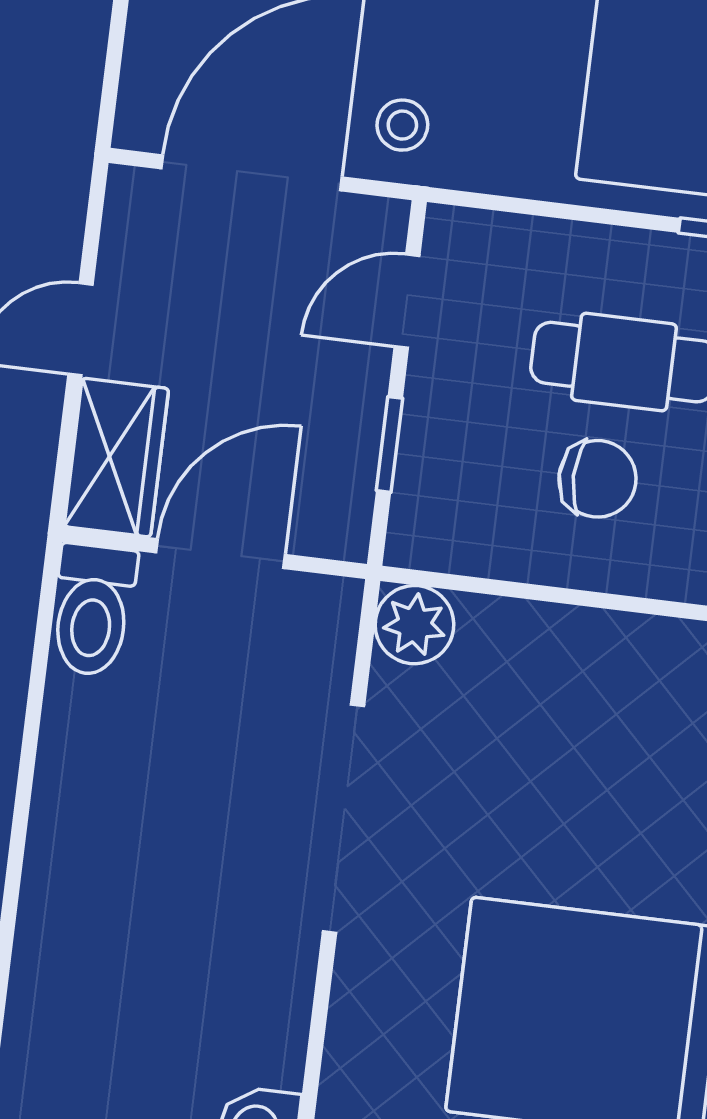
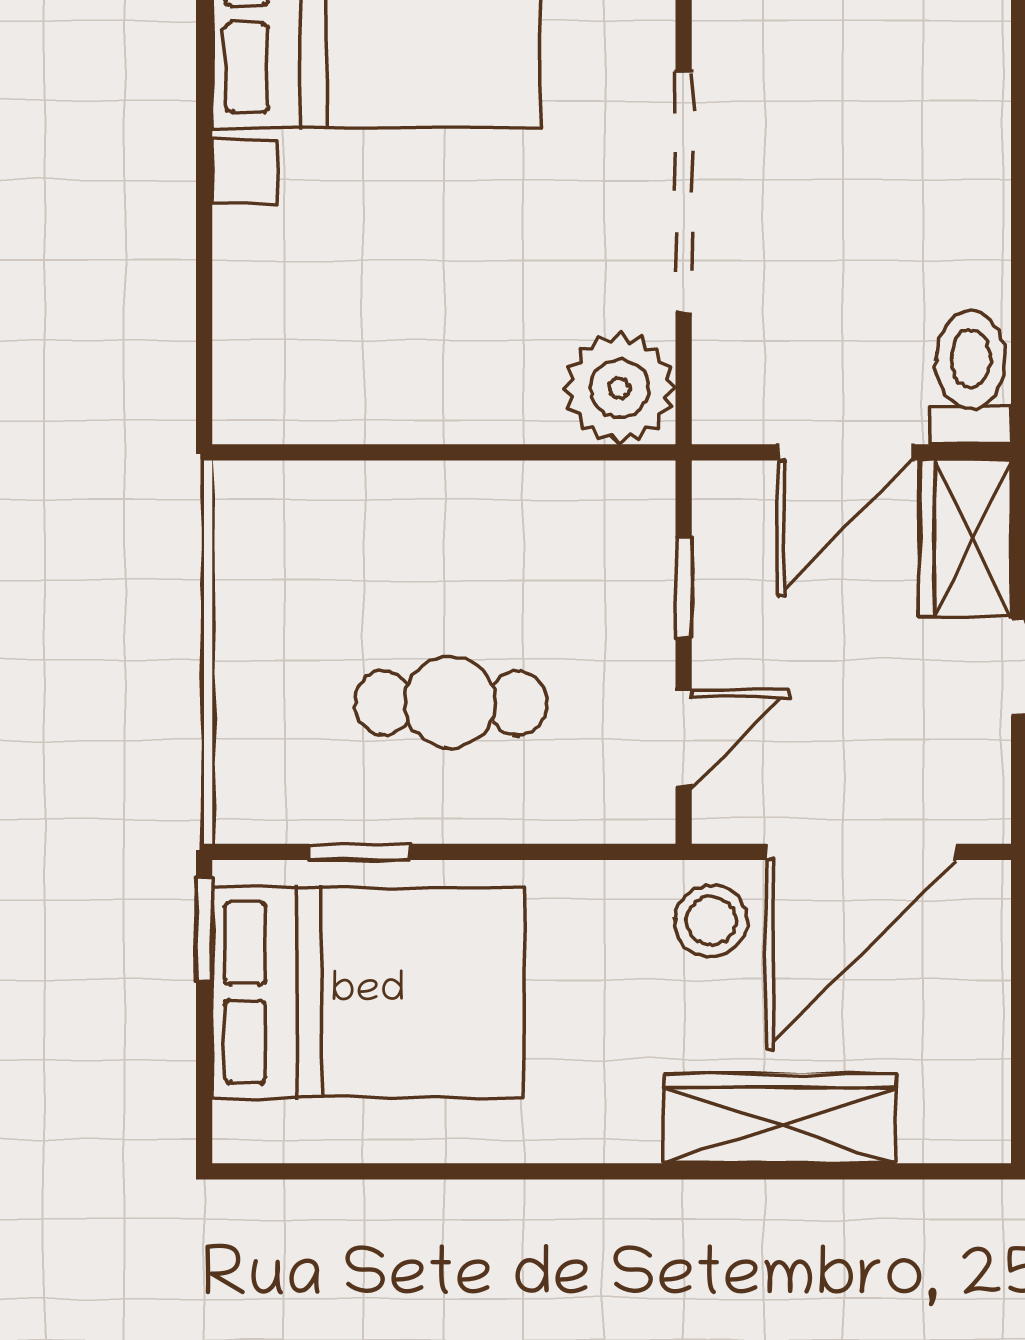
stool: (402, 125) -> (711, 921), width x1.37, depth x1.37
chair: (597, 479) -> (463, 578), removed
plant: (414, 625) -> (620, 388), width x1.36, depth x1.36

